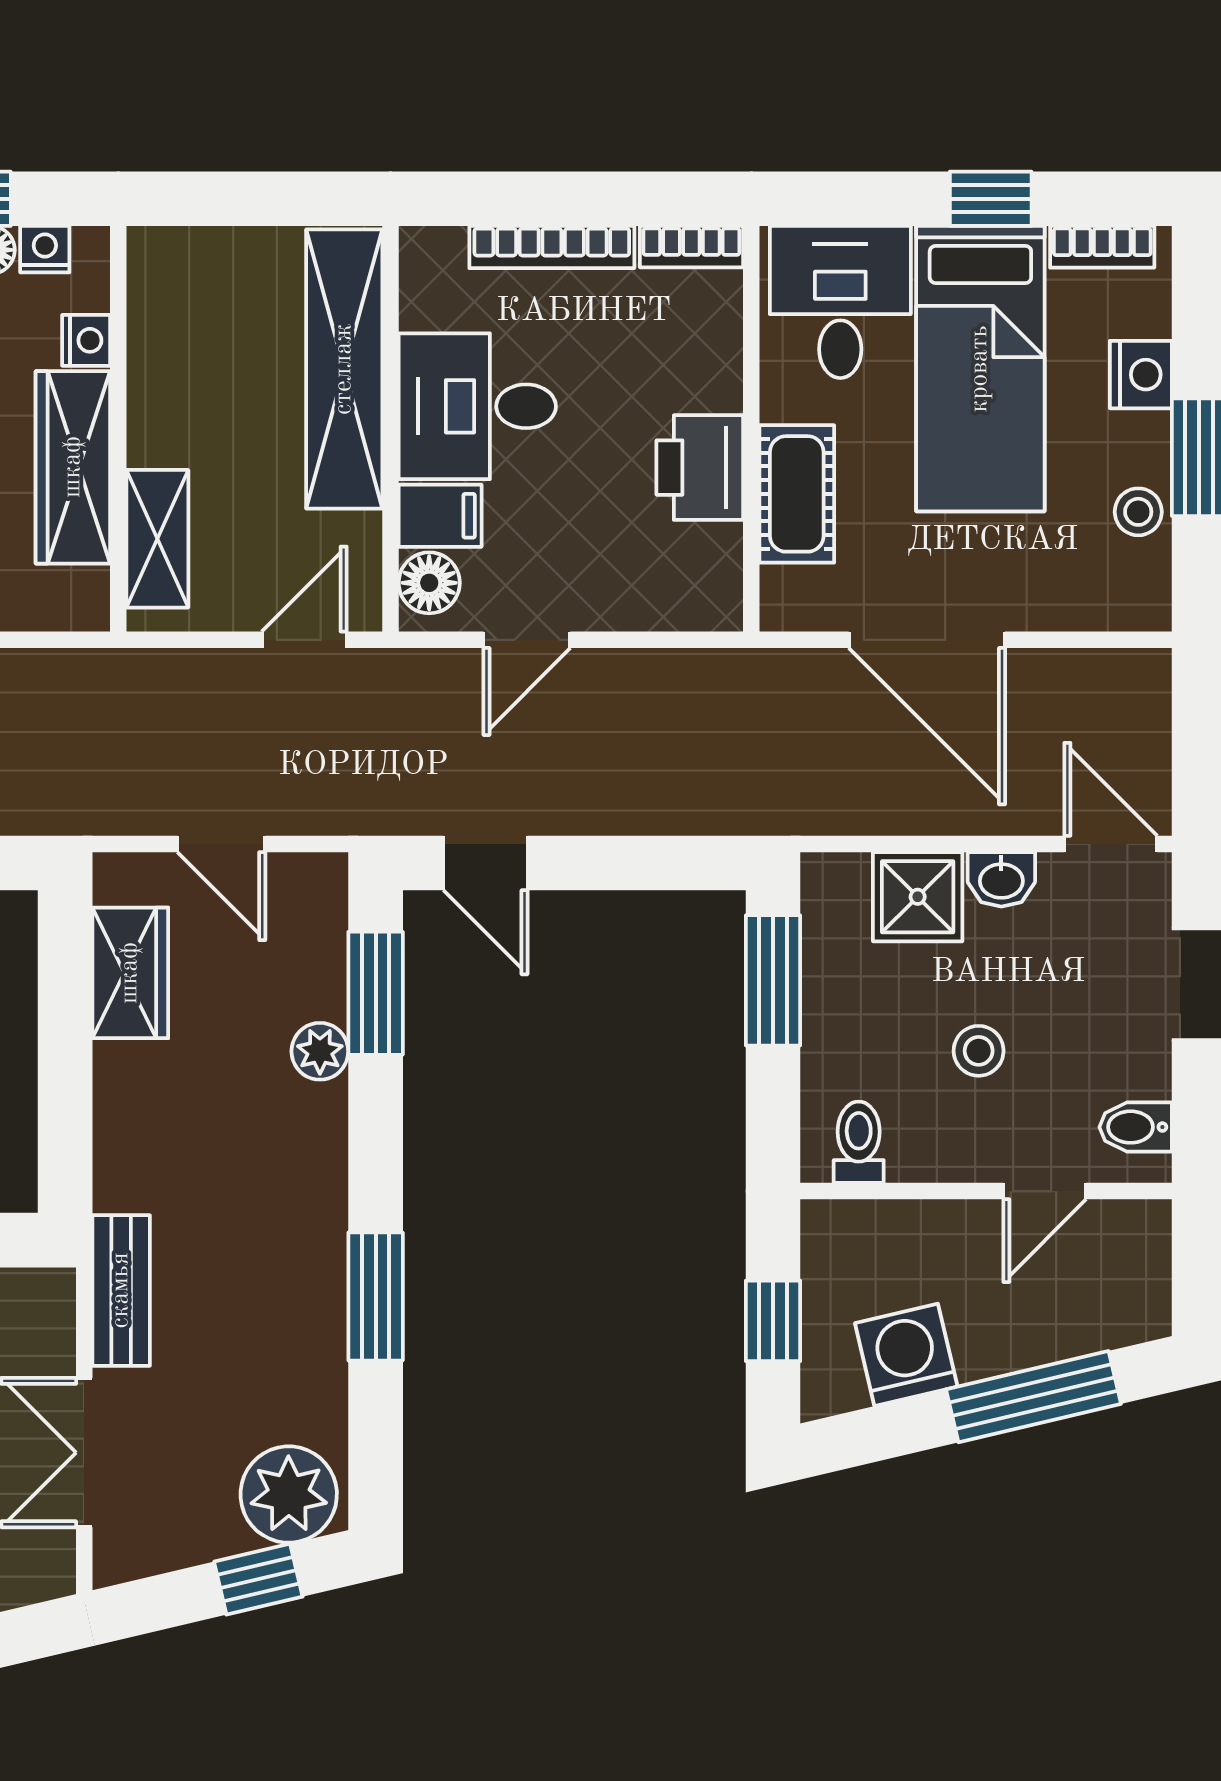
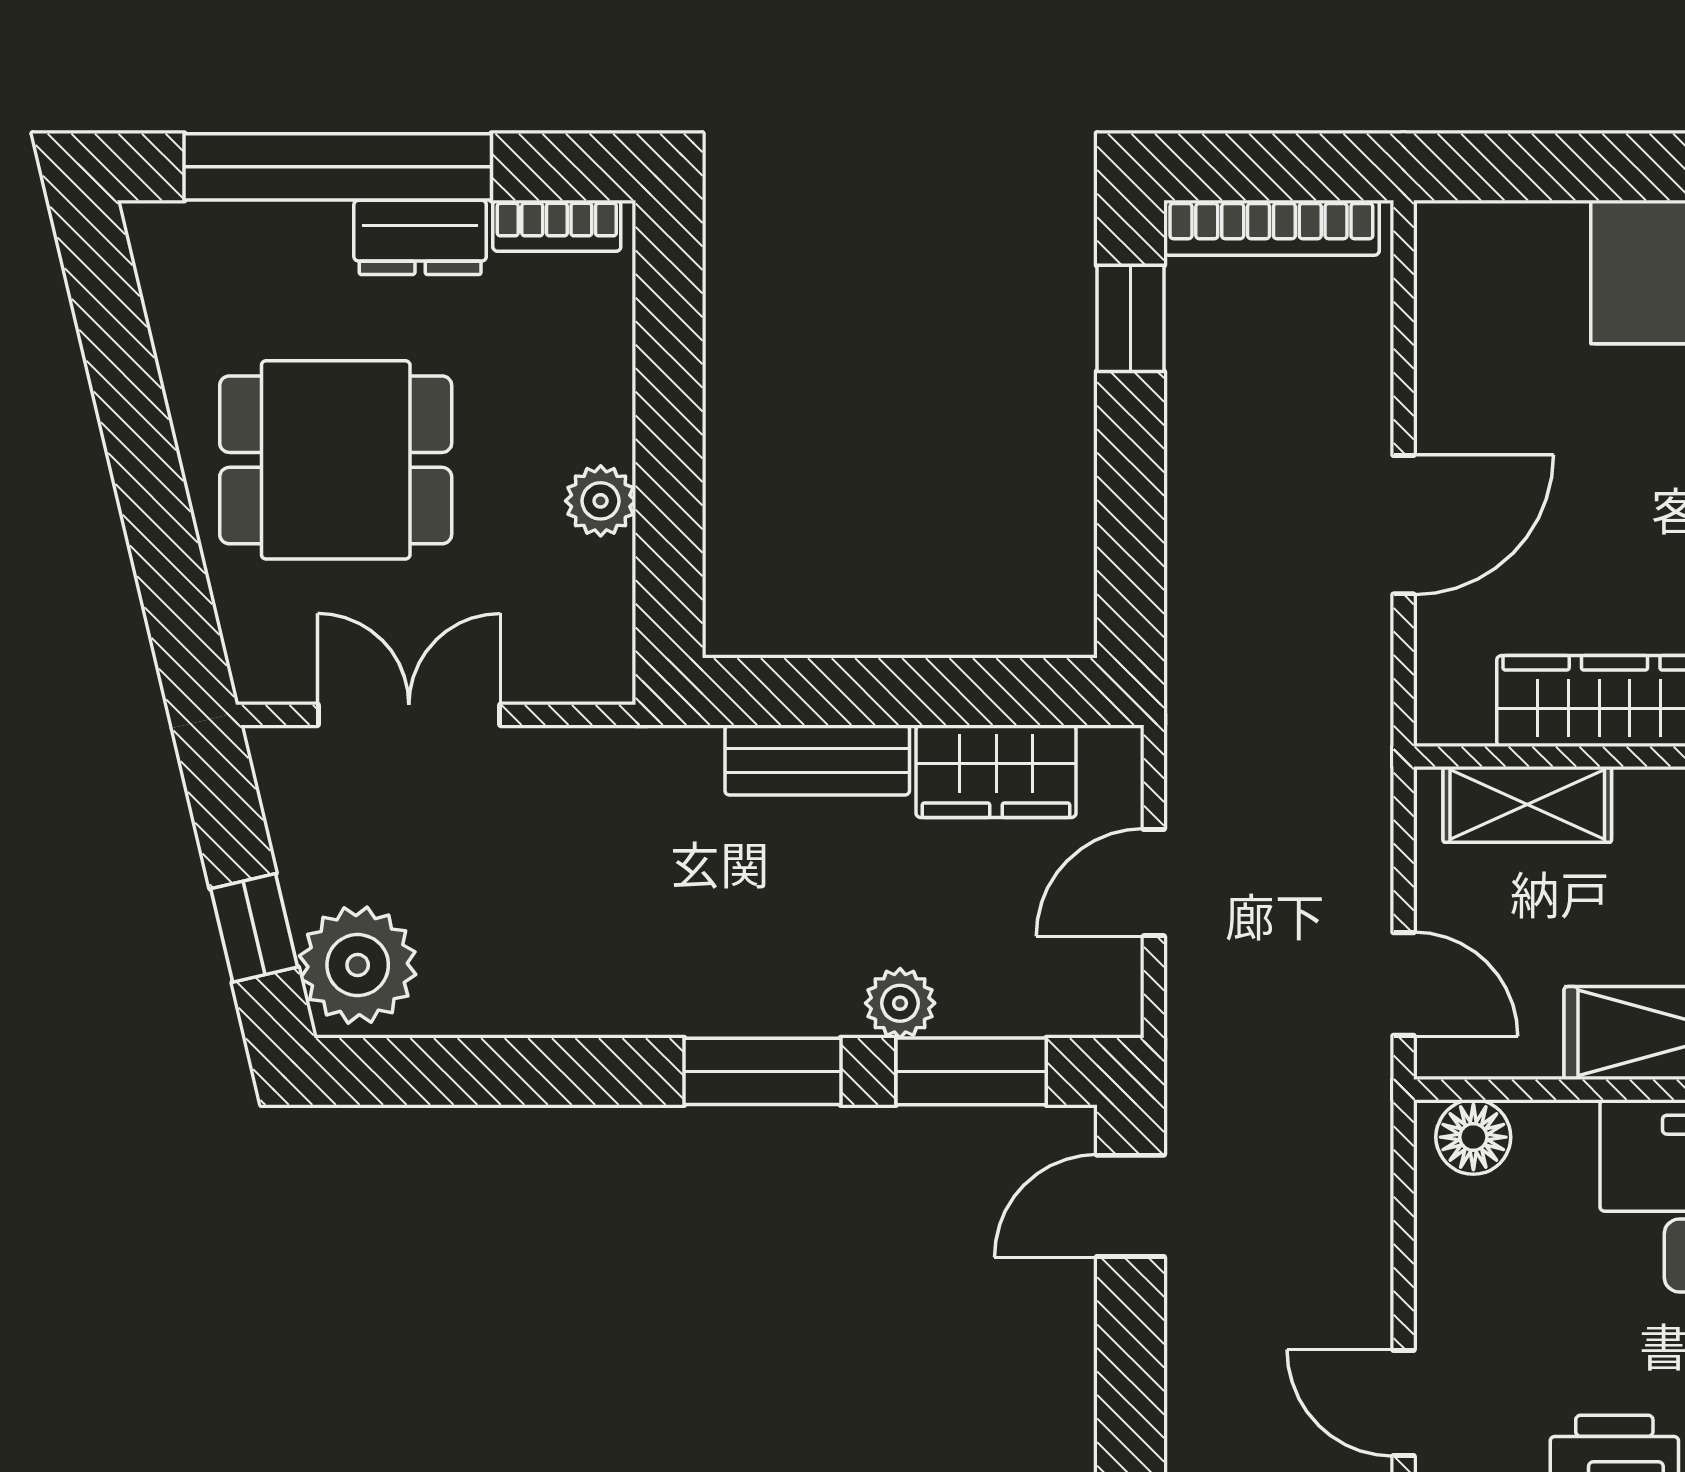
filing cabinet: (440, 516) -> (1555, 1150), removed
door: (527, 640) -> (1404, 1403), moved
bench: (121, 1290) -> (817, 760), moved
window: (376, 1297) -> (762, 1071), moved

